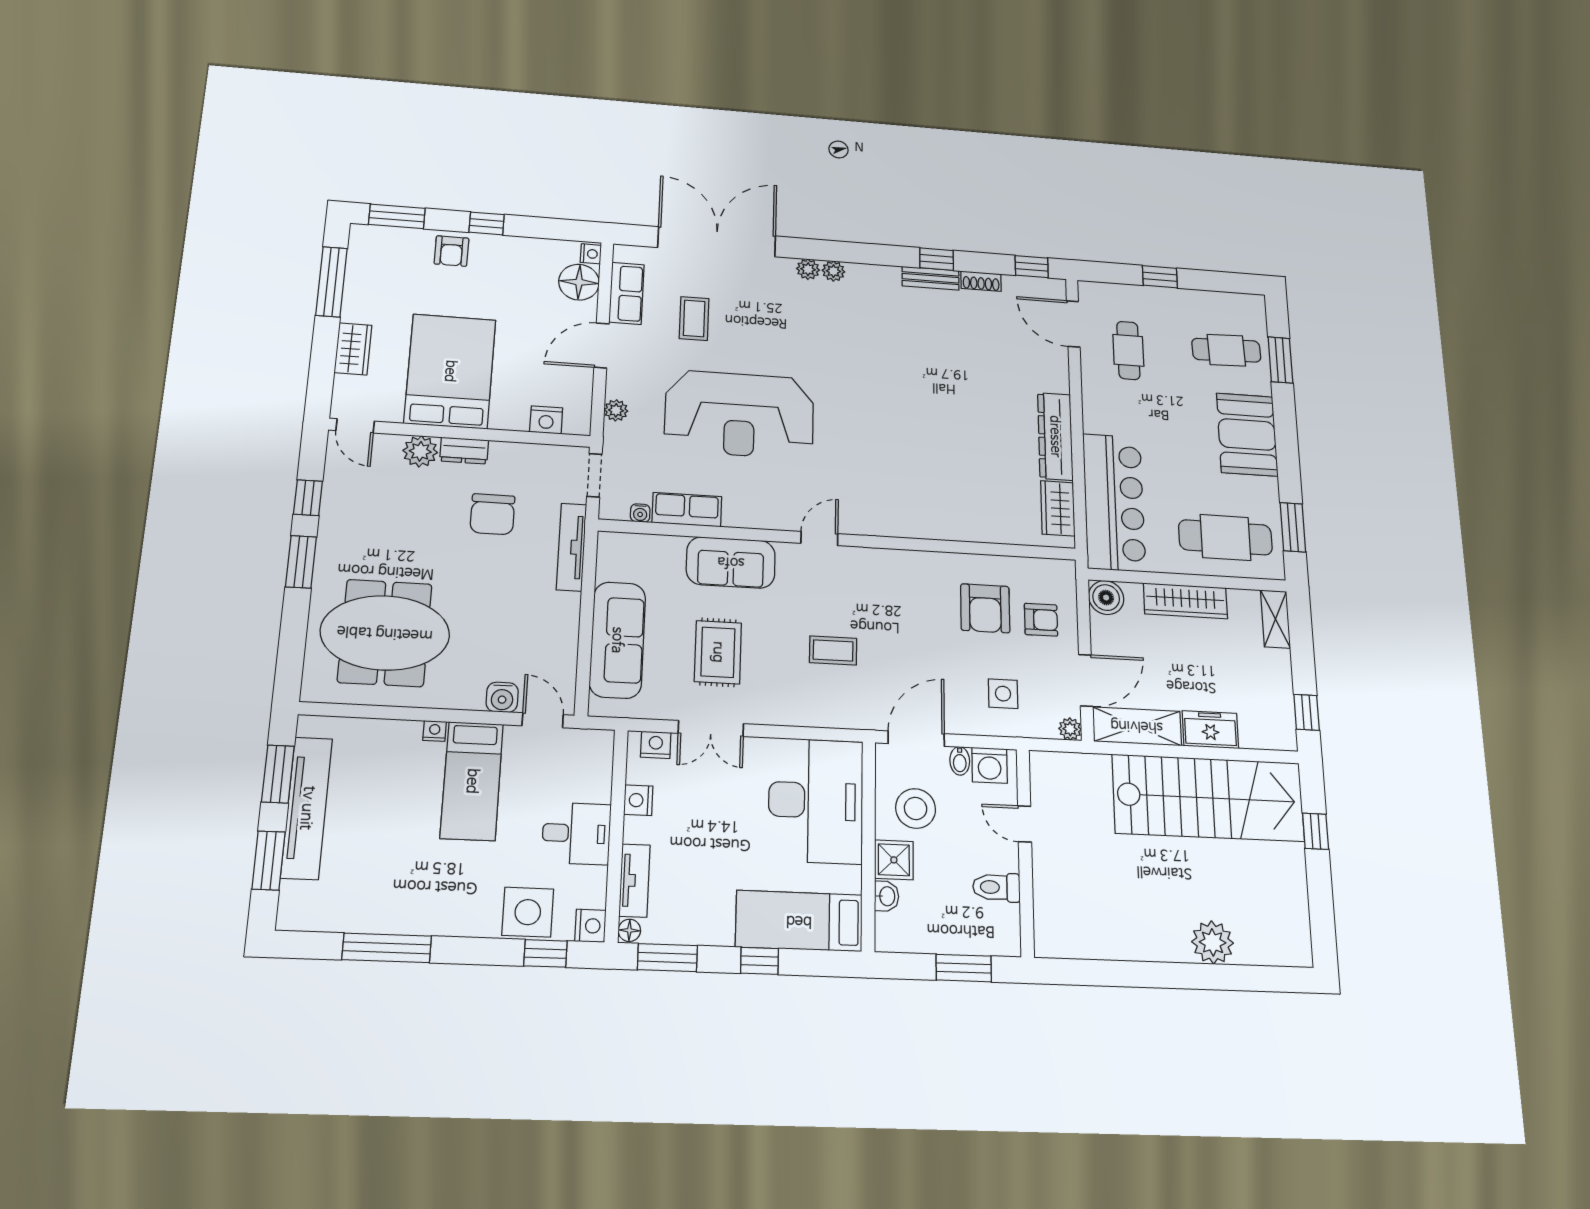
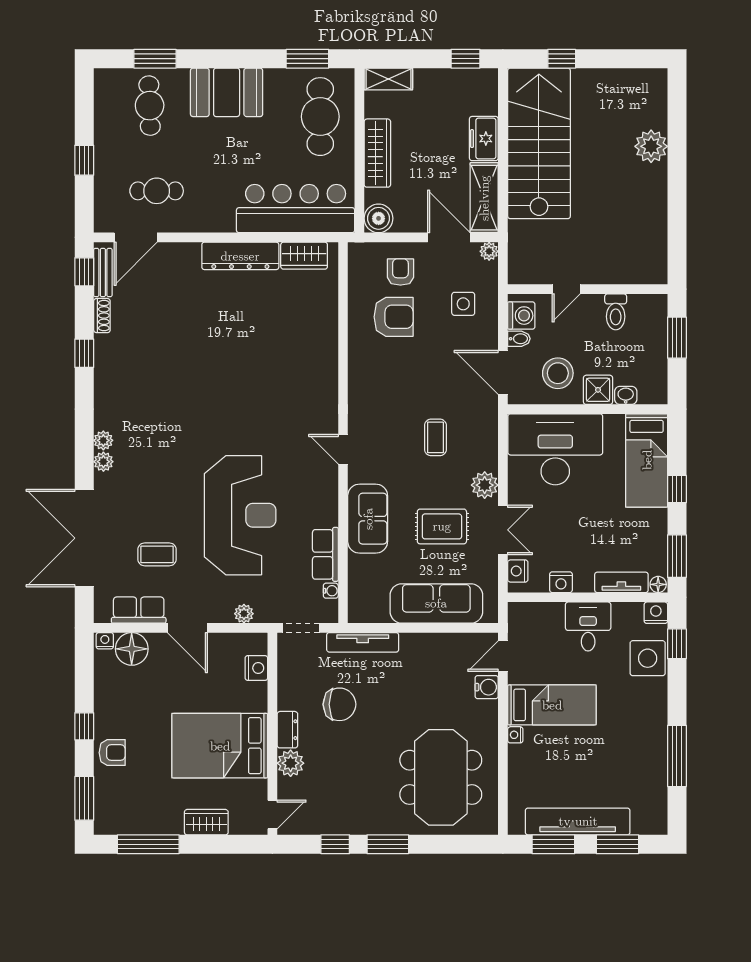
bench: (931, 278) -> (103, 273), moved
plant: (770, 708) -> (485, 485), added

